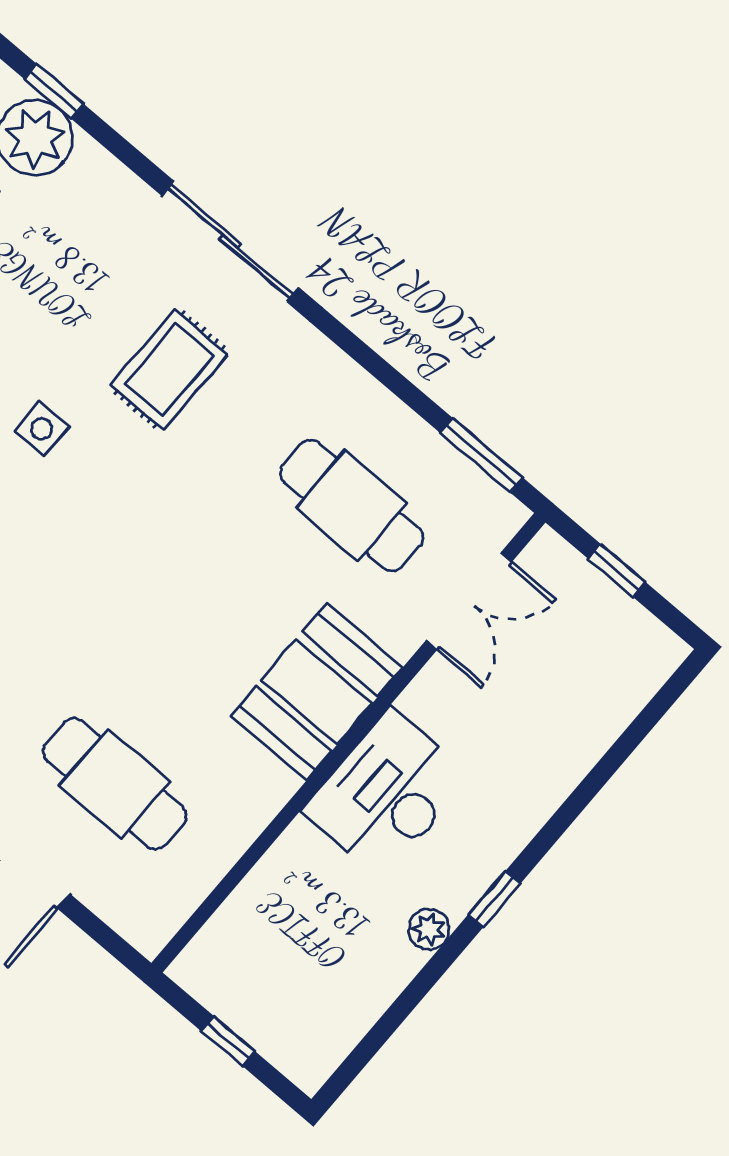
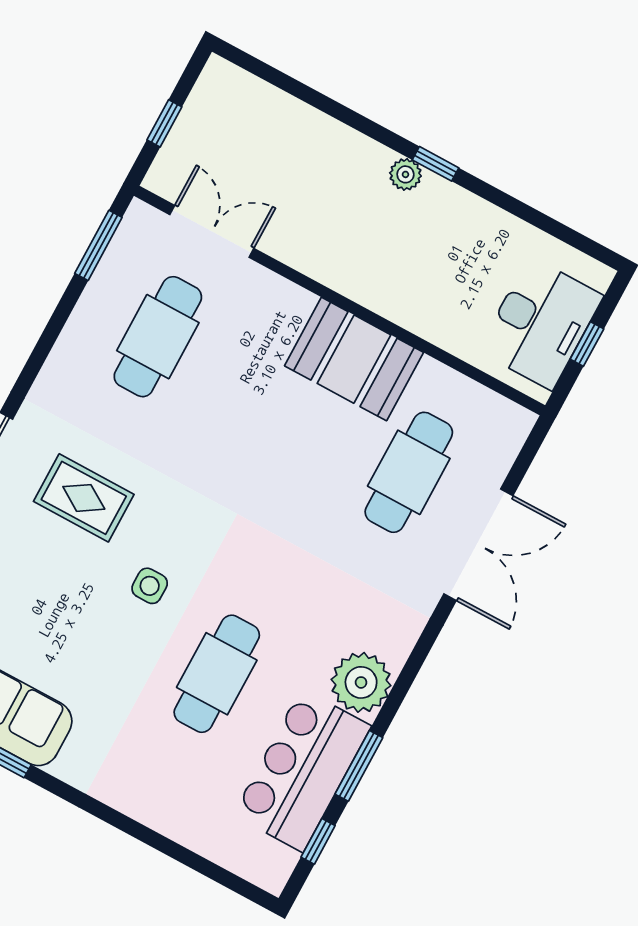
booth: (317, 692) -> (354, 359), moved
desk: (387, 793) -> (541, 323), moved, turned -90
plant: (429, 929) -> (405, 174), moved

